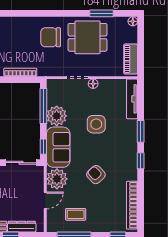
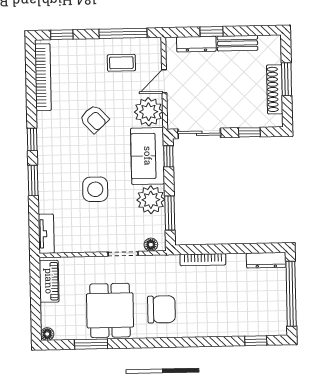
dining table: (87, 37) -> (110, 310), turned 90
floor lamp: (93, 84) -> (151, 245), moved
tv unit: (132, 99) -> (46, 234), width x0.71
window: (43, 106) -> (170, 213), width x0.69

